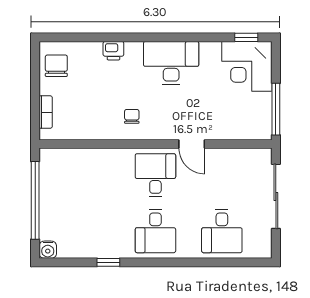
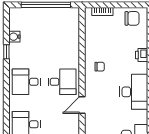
water cooler: (48, 250) -> (14, 37), moved

